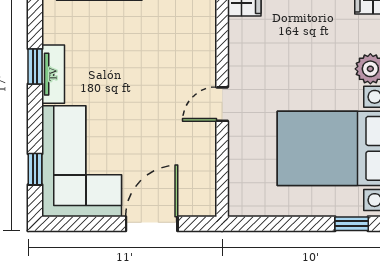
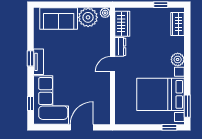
dresser: (240, 40) -> (120, 47), added
door: (222, 104) -> (113, 64), moved

